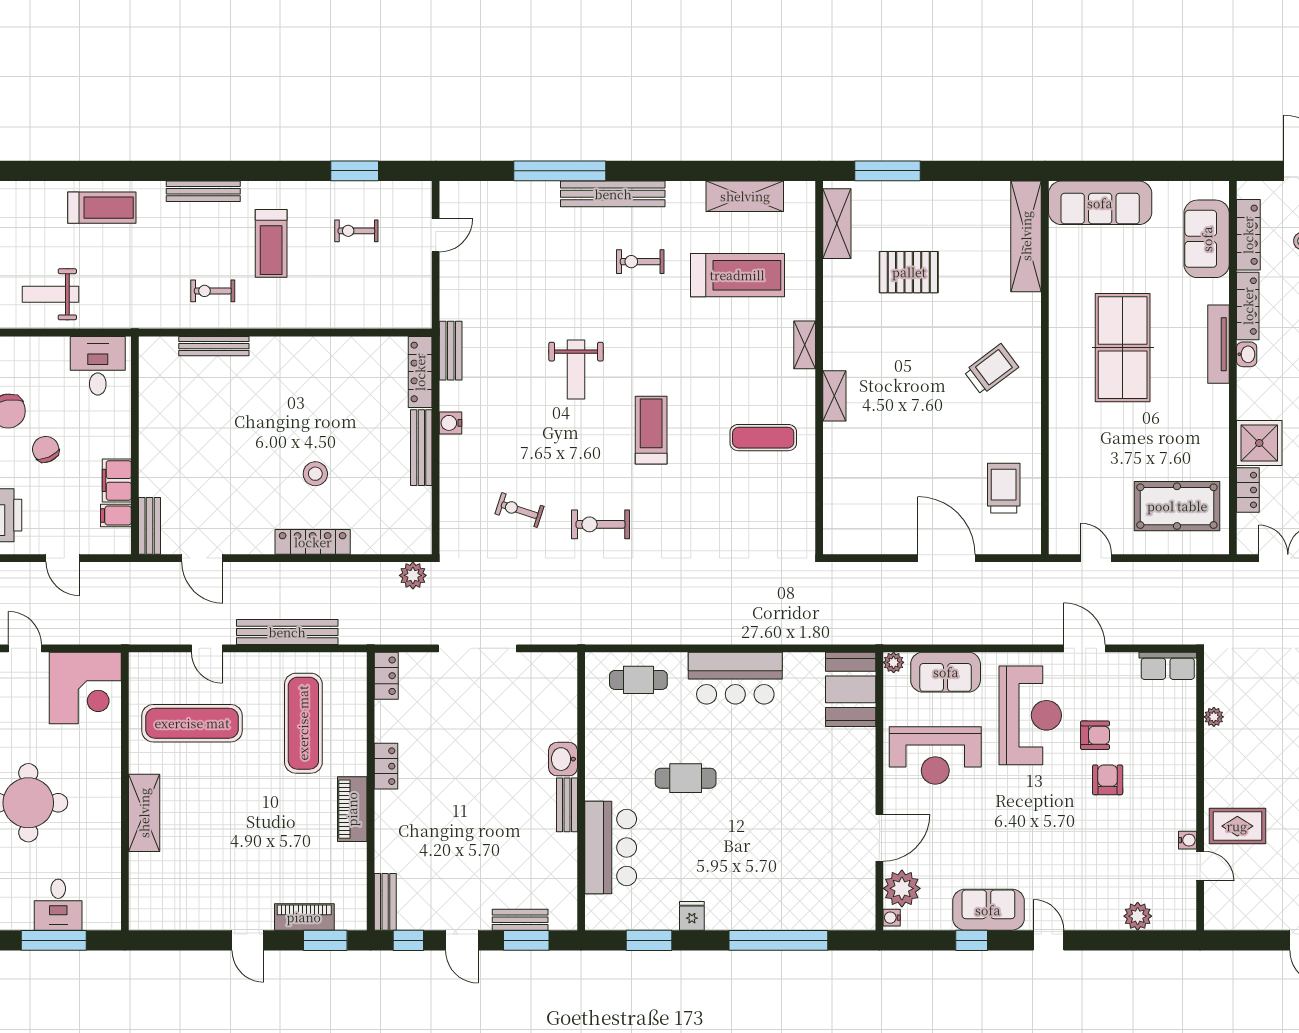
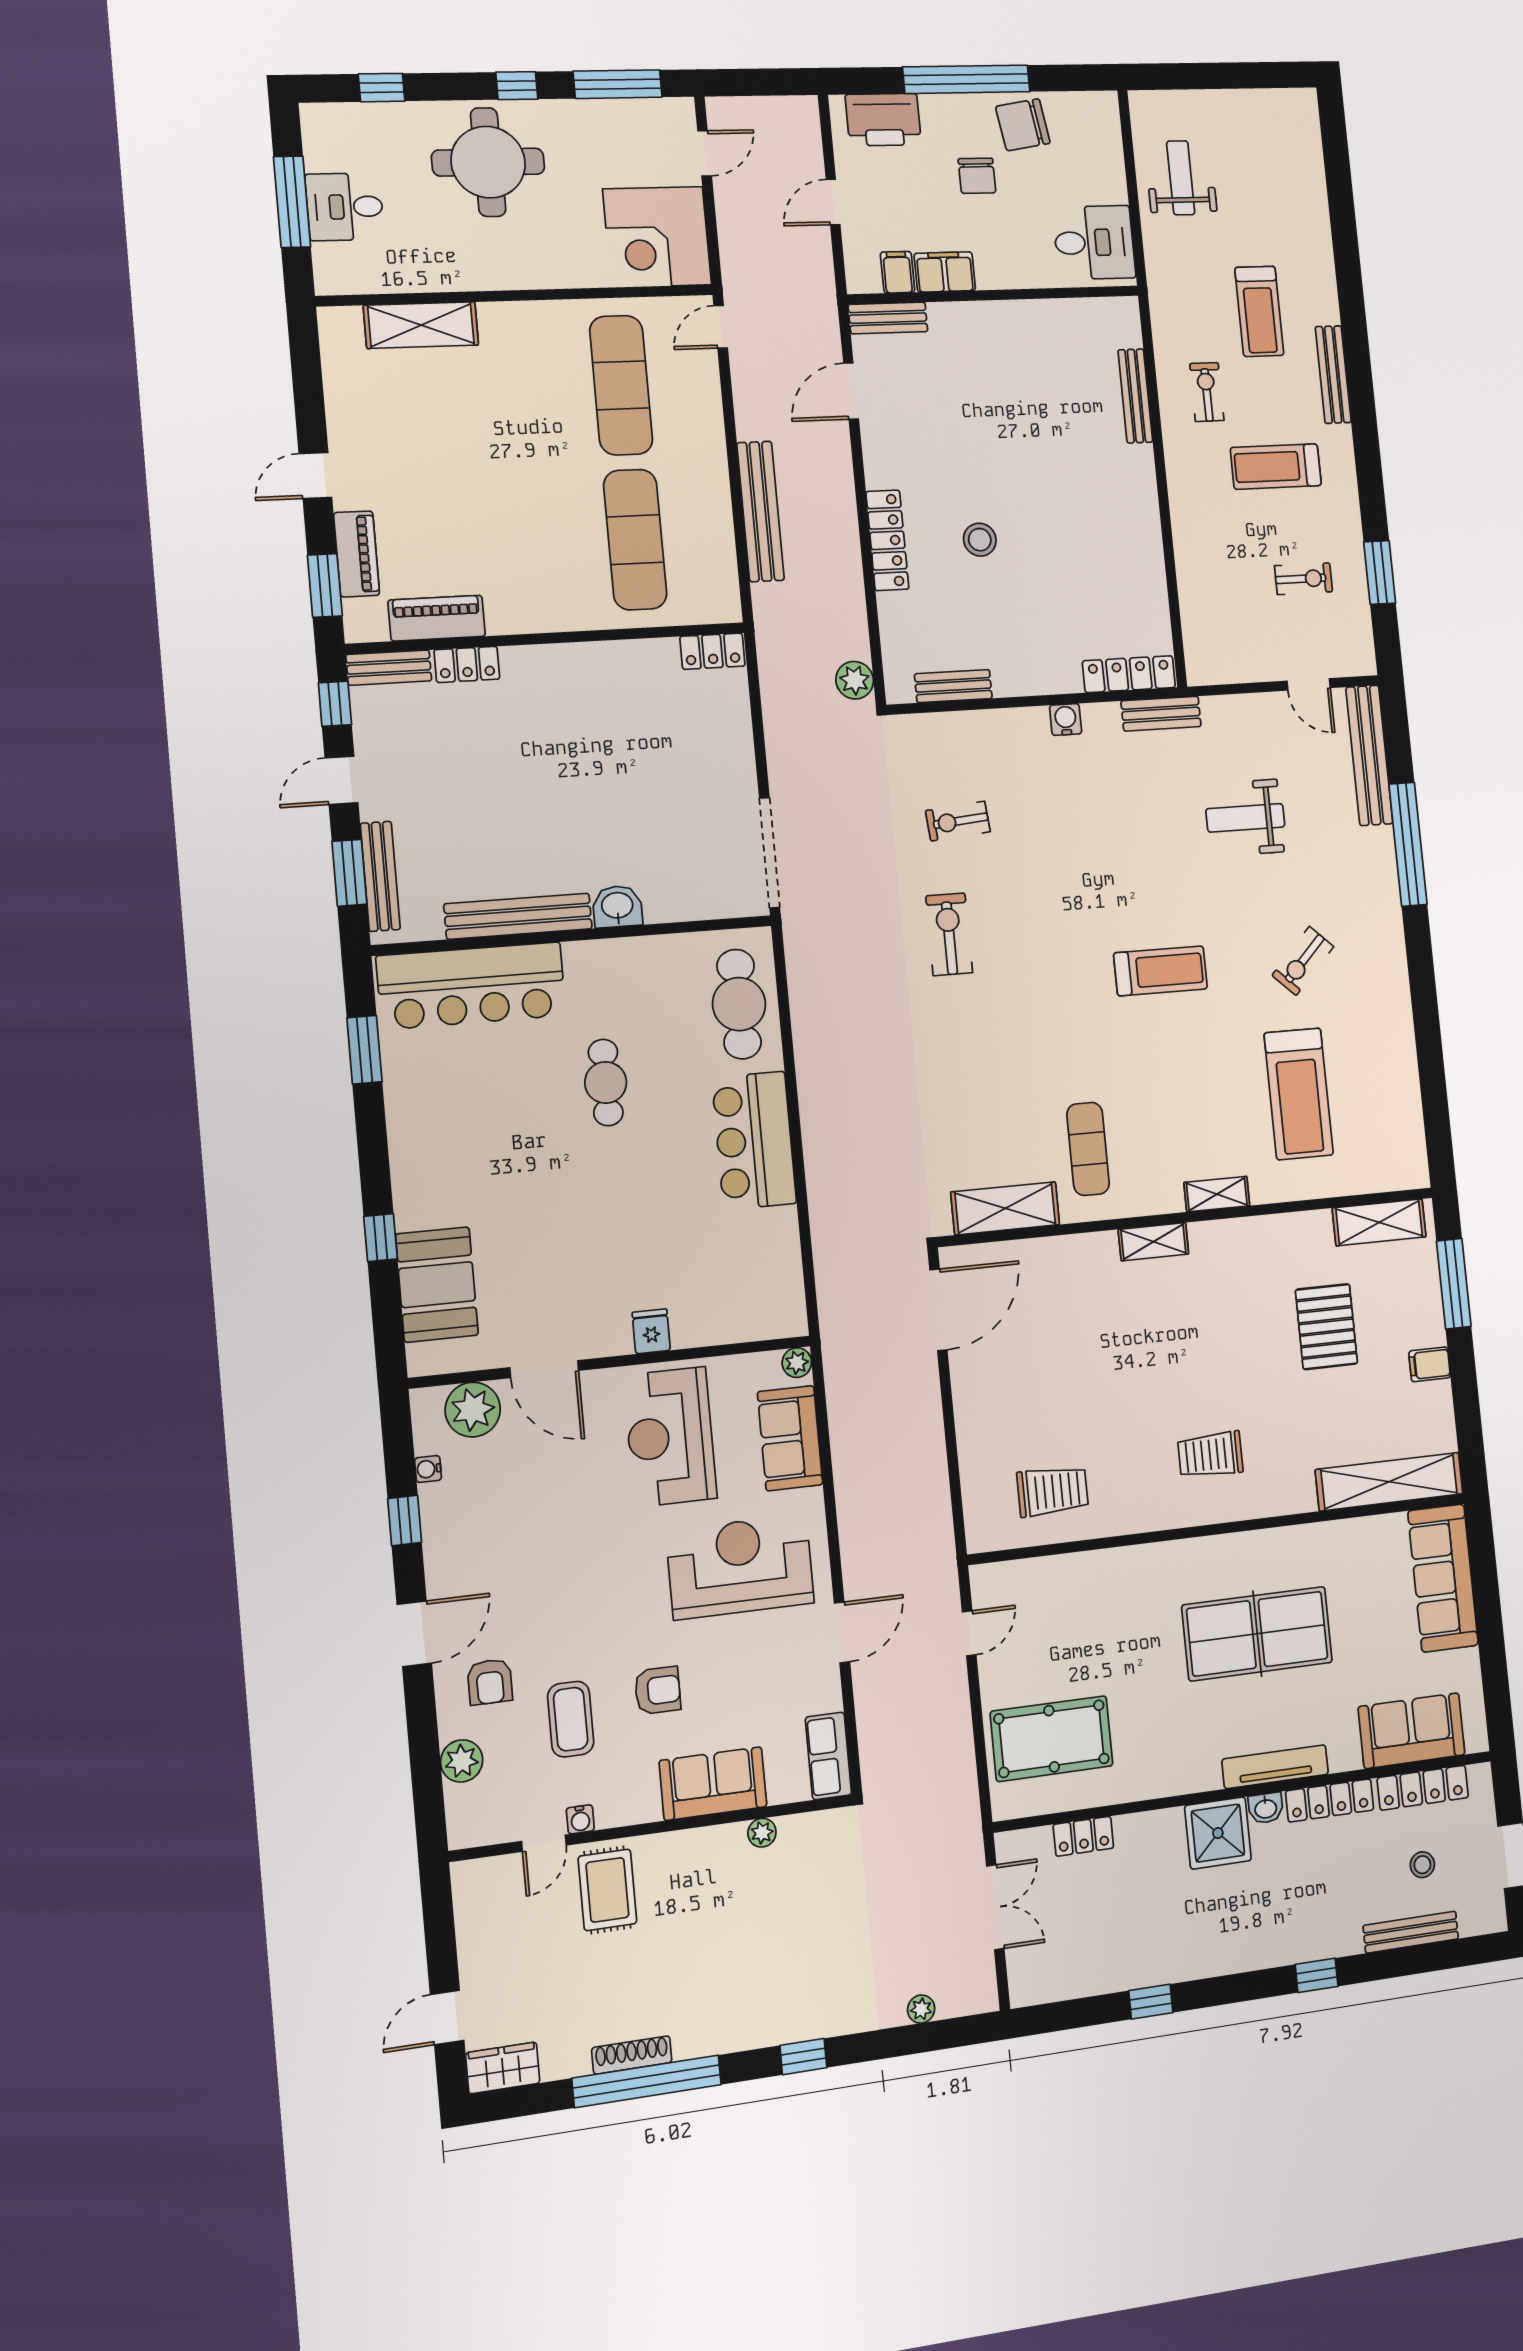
bench: (613, 194) -> (1369, 755), moved
shelving: (745, 196) -> (1005, 1208), moved, turned 90
filing cabinet: (944, 196) -> (1430, 1364), added
treadmill: (102, 208) -> (1259, 311), moved
exercise bike: (356, 231) -> (1303, 579), turned 90
exercise bike: (640, 262) -> (1303, 961), turned -136
weight bench: (576, 369) -> (1245, 818), moved
trolley: (991, 369) -> (1210, 1455), turned 127
treadmill: (651, 430) -> (1161, 971), moved
shower: (1259, 443) -> (1218, 1833), moved
bench: (421, 448) -> (953, 686), moved, width x0.73
chair: (46, 449) -> (977, 176), turned 114
pool table: (1177, 506) -> (1052, 1739), turned 90
exercise bike: (519, 510) -> (958, 821), turned -113
door: (946, 558) -> (938, 1310), moved
door: (207, 648) -> (721, 327), moved
doorway: (477, 648) -> (770, 853), moved
cafe table: (638, 680) -> (739, 1004), width x1.37, depth x1.35
booth: (851, 689) -> (437, 1285), moved, turned 90
reception desk: (1030, 715) -> (740, 1567), turned 180
exercise mat: (303, 723) -> (635, 540), turned 90
armchair: (1095, 735) -> (490, 1682), moved
locker: (386, 766) -> (467, 664), moved
bench: (567, 805) -> (518, 916), width x1.86, depth x1.21
piano: (352, 809) -> (437, 618), moved
shelving: (144, 813) -> (421, 325), moved
coffee table: (1119, 841) -> (571, 1719), added
bar counter: (611, 848) -> (471, 986), width x1.36
sofa: (988, 910) -> (713, 1784), moved, turned -90
fridge: (692, 916) -> (651, 1331), moved, turned -90
water cooler: (892, 918) -> (428, 1469), moved, turned -90
bench: (520, 920) -> (380, 876), width x1.36
window: (778, 940) -> (381, 1238), width x0.32
door: (1049, 940) -> (414, 1634), width x1.38

